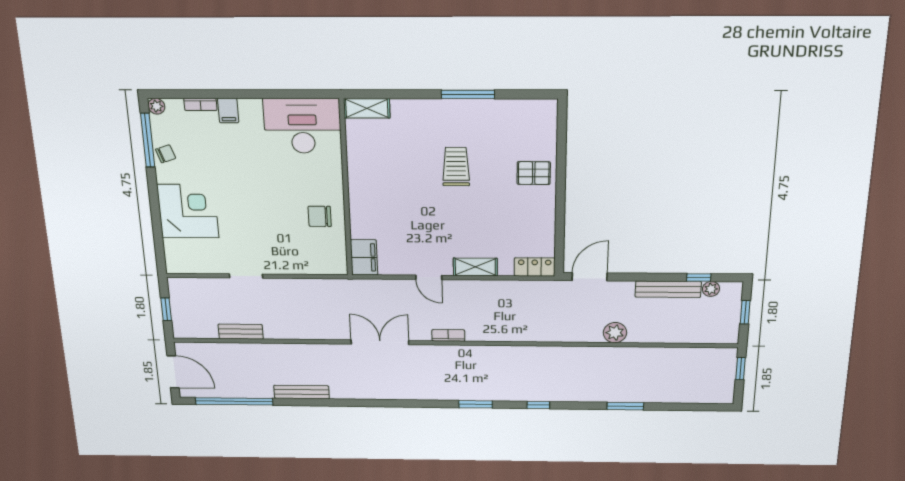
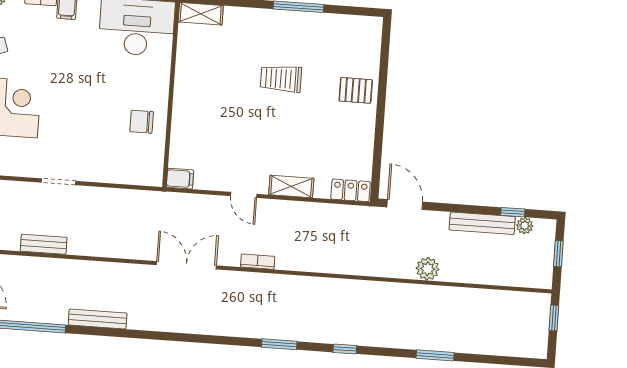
trolley: (456, 167) -> (281, 79), turned -90
filing cabinet: (364, 257) -> (180, 179), width x0.50
door: (590, 277) -> (405, 204), hinge flipped

